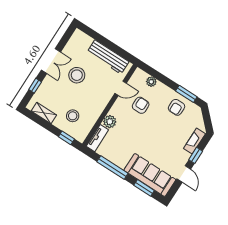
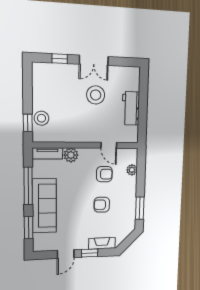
workbench: (108, 57) -> (131, 108), width x0.73
armchair: (177, 107) -> (102, 205), moved
shelving: (44, 113) -> (38, 84), removed
stool: (73, 116) -> (41, 118), moved
sofa: (150, 175) -> (44, 206), moved

